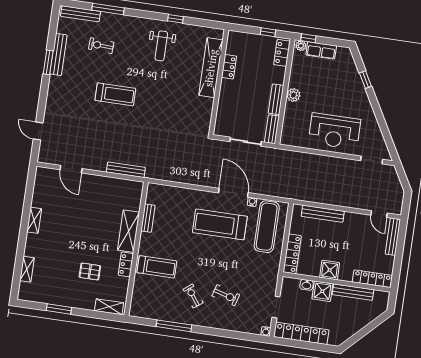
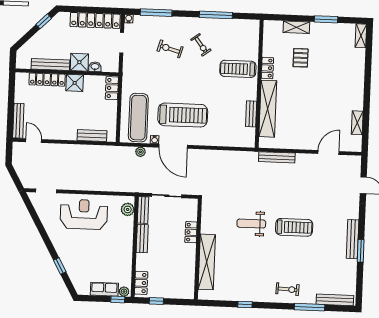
exercise bike: (101, 46) -> (288, 289), moved
weight bench: (161, 46) -> (251, 224), moved, turned -90
bench: (58, 54) -> (353, 239), moved
locker: (229, 67) -> (191, 232), moved
treadmill: (115, 94) -> (294, 227), turned 180
plant: (293, 95) -> (128, 209), moved
door: (71, 169) -> (329, 152), hinge flipped
plant: (268, 191) -> (140, 152), added
bench: (323, 214) -> (92, 136), width x0.73
shelving: (34, 220) -> (357, 123), moved
shelving: (128, 231) -> (268, 109), width x1.47
locker: (292, 254) -> (112, 88), width x0.66
shelving: (27, 269) -> (361, 36), moved
pallet: (90, 272) -> (301, 58), turned 90
locker: (372, 279) -> (47, 80), moved
shelving: (109, 307) -> (296, 27), moved
window: (236, 335) -> (156, 13), added
window: (355, 338) -> (44, 21), added

